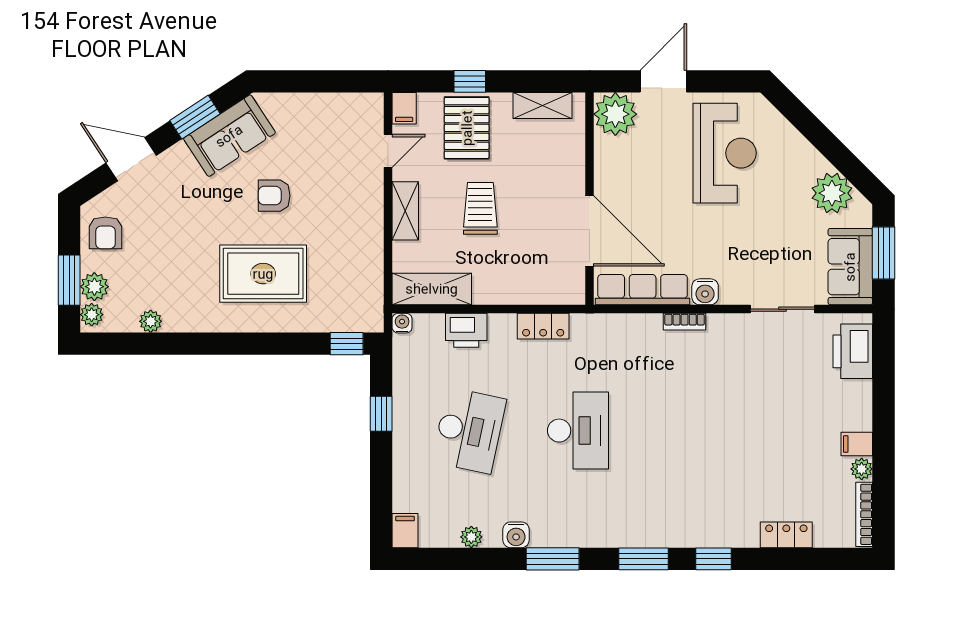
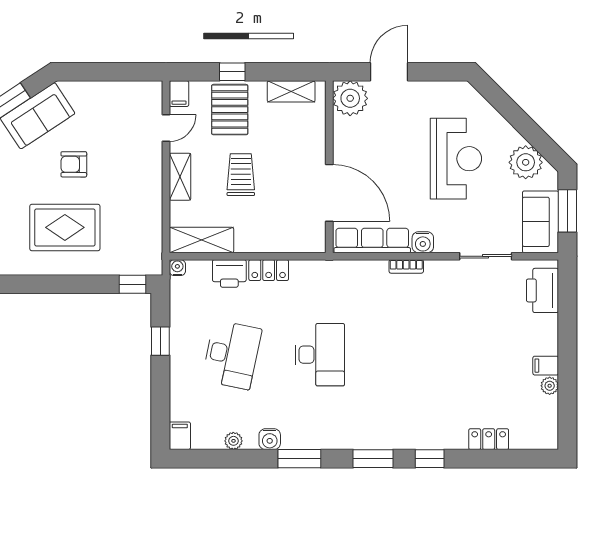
reception desk: (725, 153) -> (456, 159), moved
locker: (543, 326) -> (269, 270), moved
bookcase: (864, 514) -> (552, 422), removed

